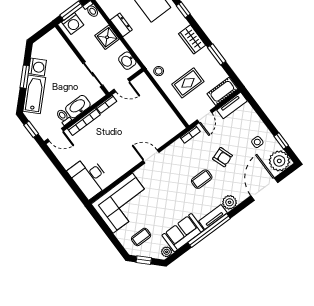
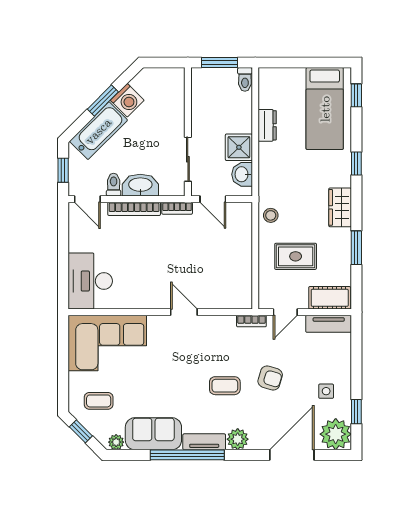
washing machine: (73, 24) -> (209, 80), removed
shower: (107, 37) -> (239, 147), moved
armchair: (223, 157) -> (270, 378), turned -54

